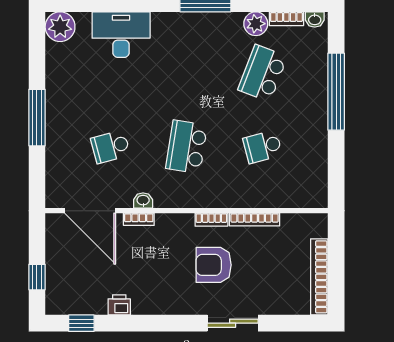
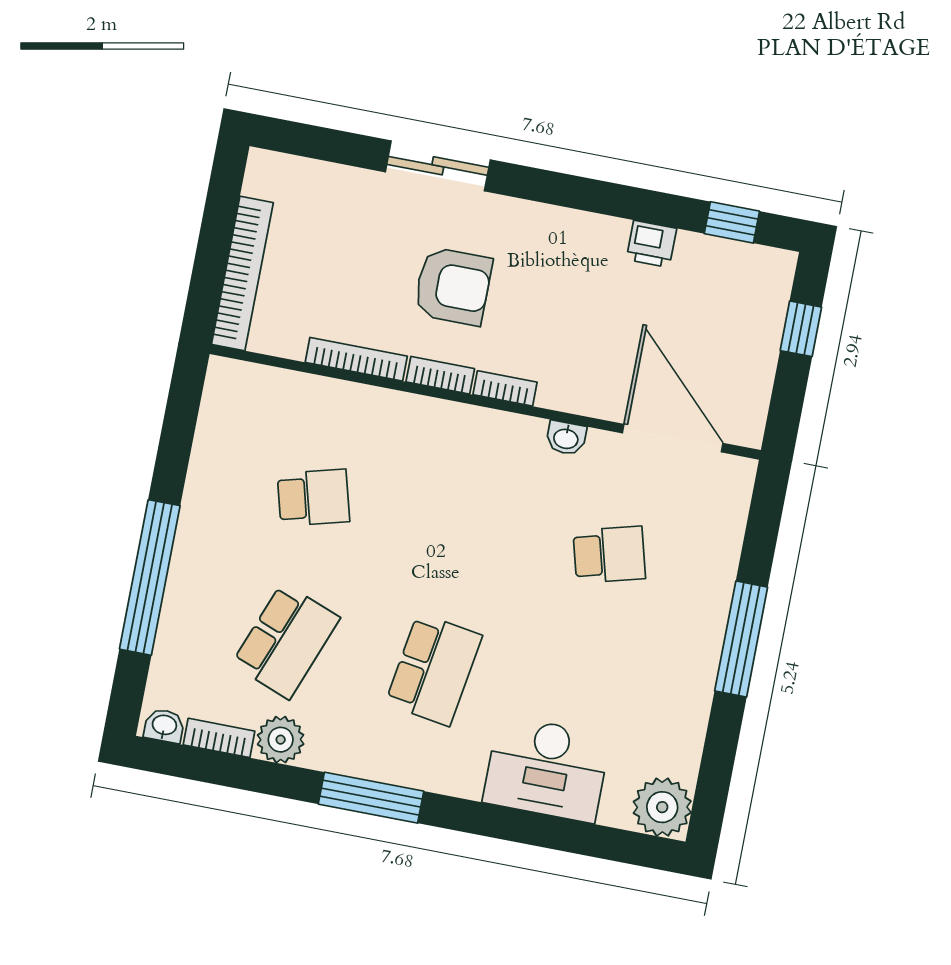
school desk: (187, 147) -> (434, 669), moved
bookcase: (139, 219) -> (505, 388), moved
bookcase: (319, 277) -> (242, 273), moved

